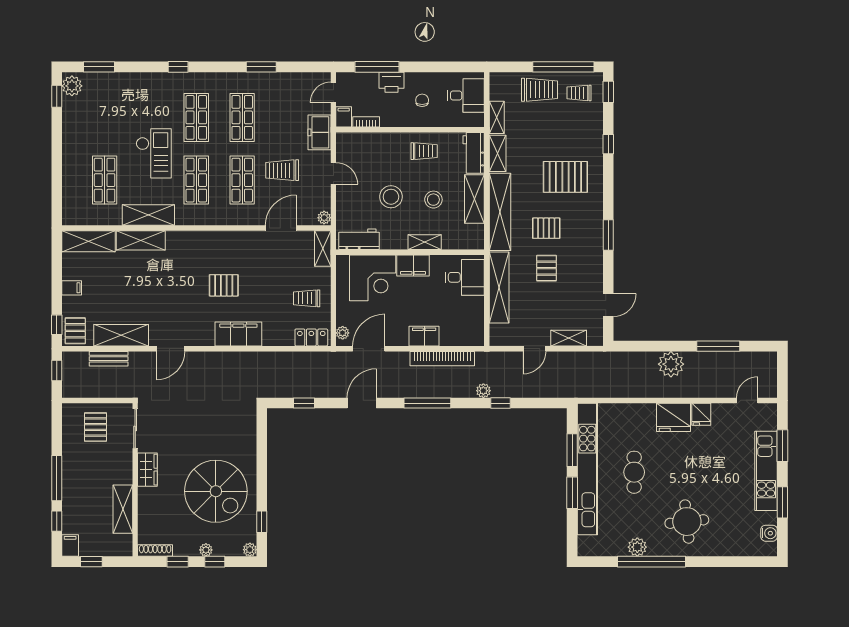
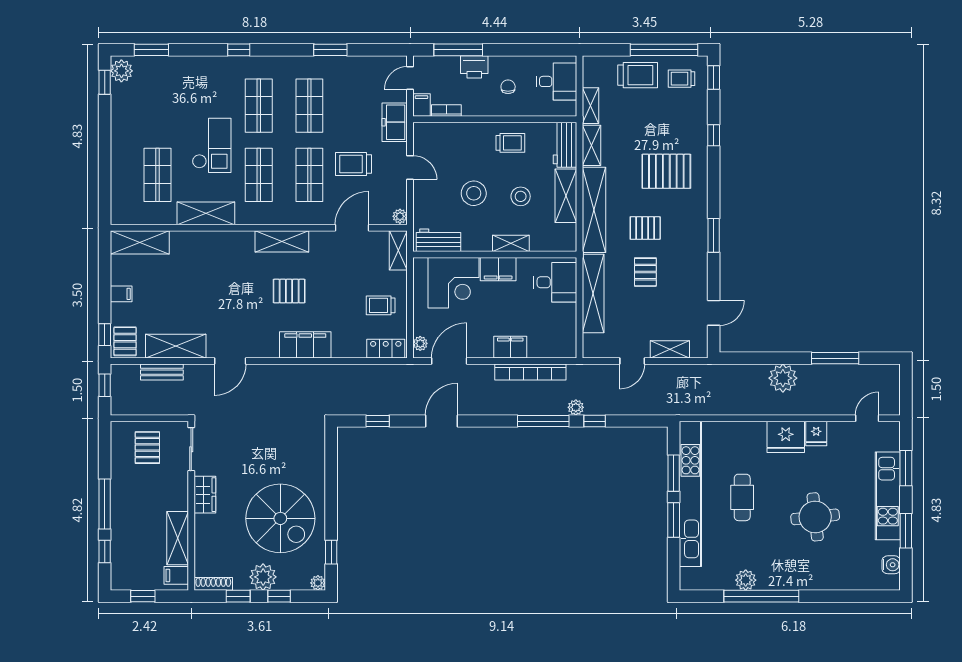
shelving: (141, 240) -> (282, 241), moved
window: (427, 403) -> (543, 421), moved
round table: (687, 522) -> (815, 517), moved
filing cabinet: (70, 545) -> (176, 575), moved, turned -90
plant: (206, 550) -> (263, 577), width x1.87, depth x1.87

